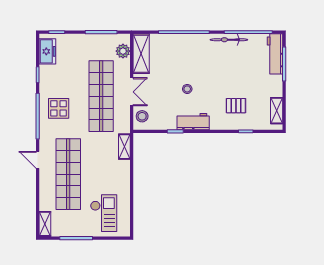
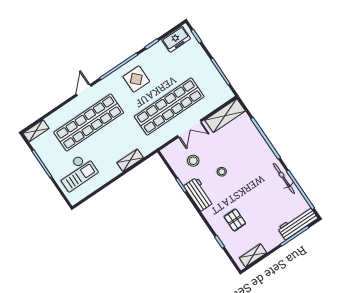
plant: (123, 51) -> (217, 100), removed
stool: (142, 116) -> (193, 161), moved
shelving: (124, 147) -> (130, 160), moved

